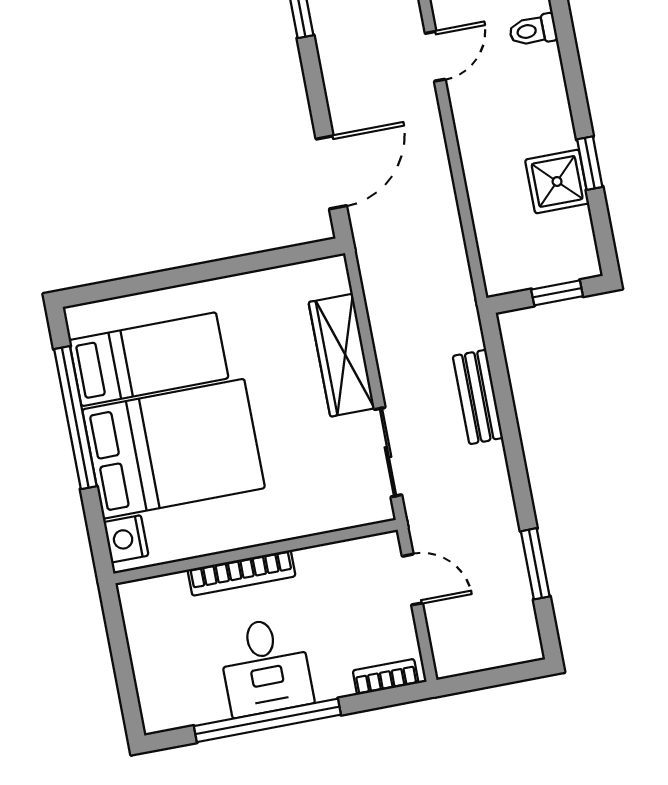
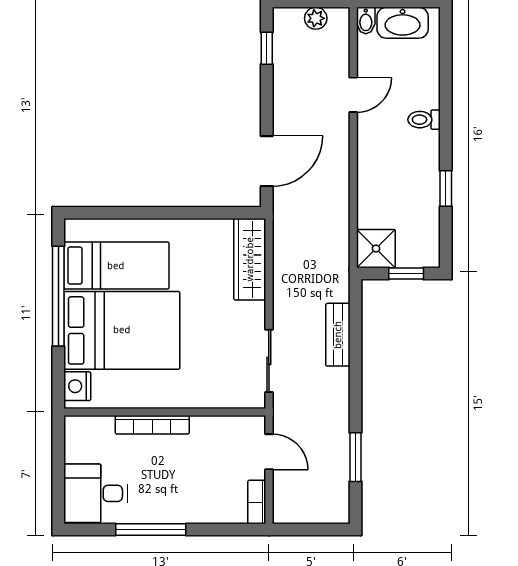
toilet: (533, 30) -> (424, 120), moved
shower: (557, 181) -> (376, 249), moved
wardrobe: (342, 355) -> (250, 259), moved
desk: (265, 666) -> (96, 493), moved, turned 90
bookcase: (386, 677) -> (257, 502), moved, turned -90
window: (267, 720) -> (151, 530), width x0.68

